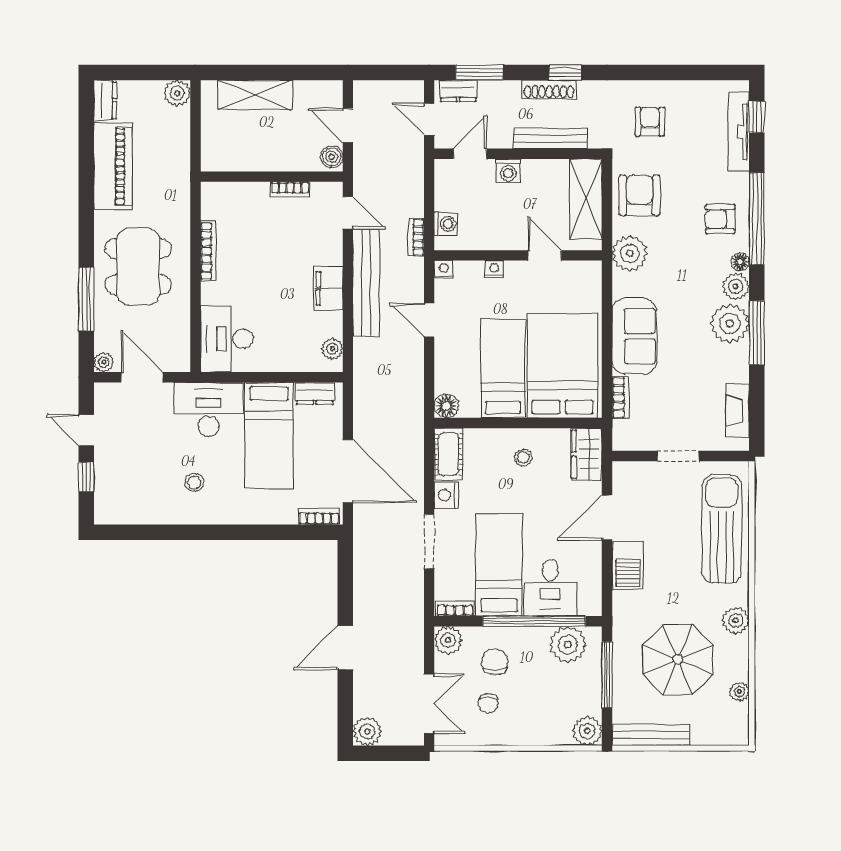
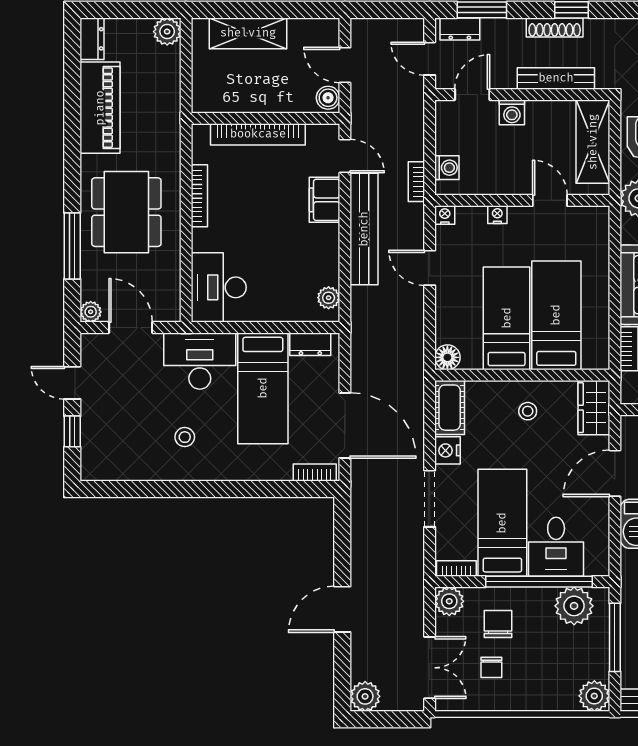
bookcase: (290, 190) -> (258, 134), width x2.31, depth x1.31
filing cabinet: (328, 288) -> (325, 200), moved
bed: (563, 366) -> (556, 315), width x0.67

